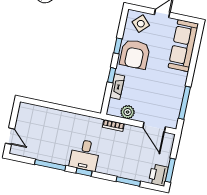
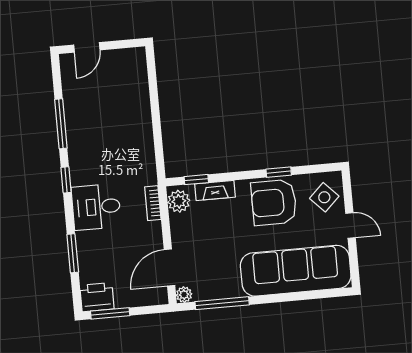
sofa: (183, 46) -> (296, 271), width x1.36, depth x1.27
window: (112, 75) -> (196, 180), moved
plant: (128, 112) -> (179, 201), moved
plant: (173, 124) -> (184, 295), added
desk: (85, 155) -> (96, 207), moved

